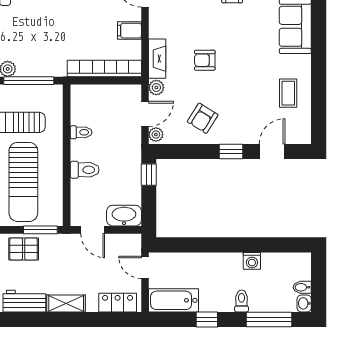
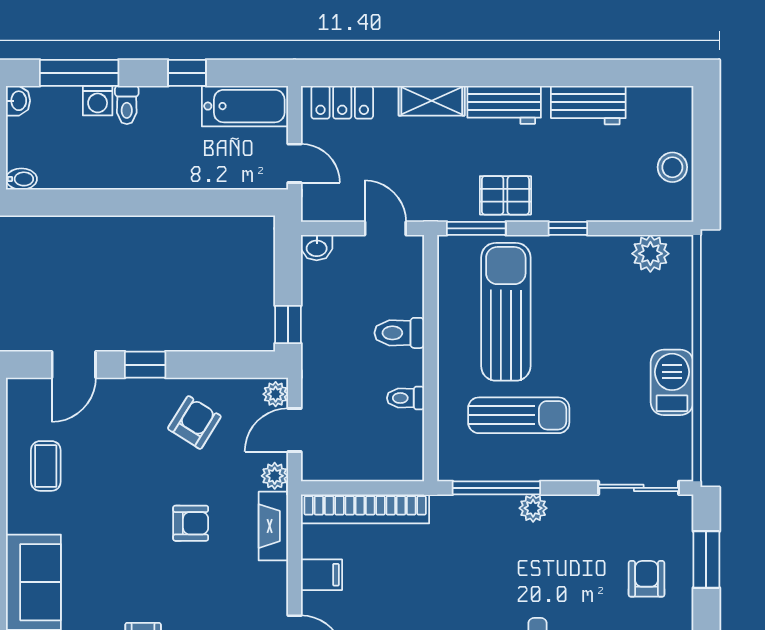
washbasin: (124, 216) -> (317, 248), width x0.52, depth x0.69
washing machine: (252, 261) -> (98, 101), moved, turned 180
bidet: (302, 287) -> (21, 179), moved

